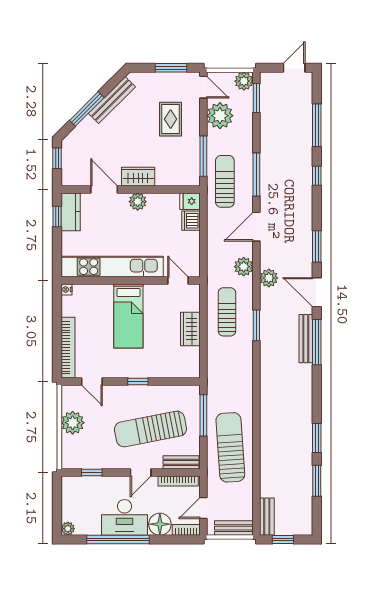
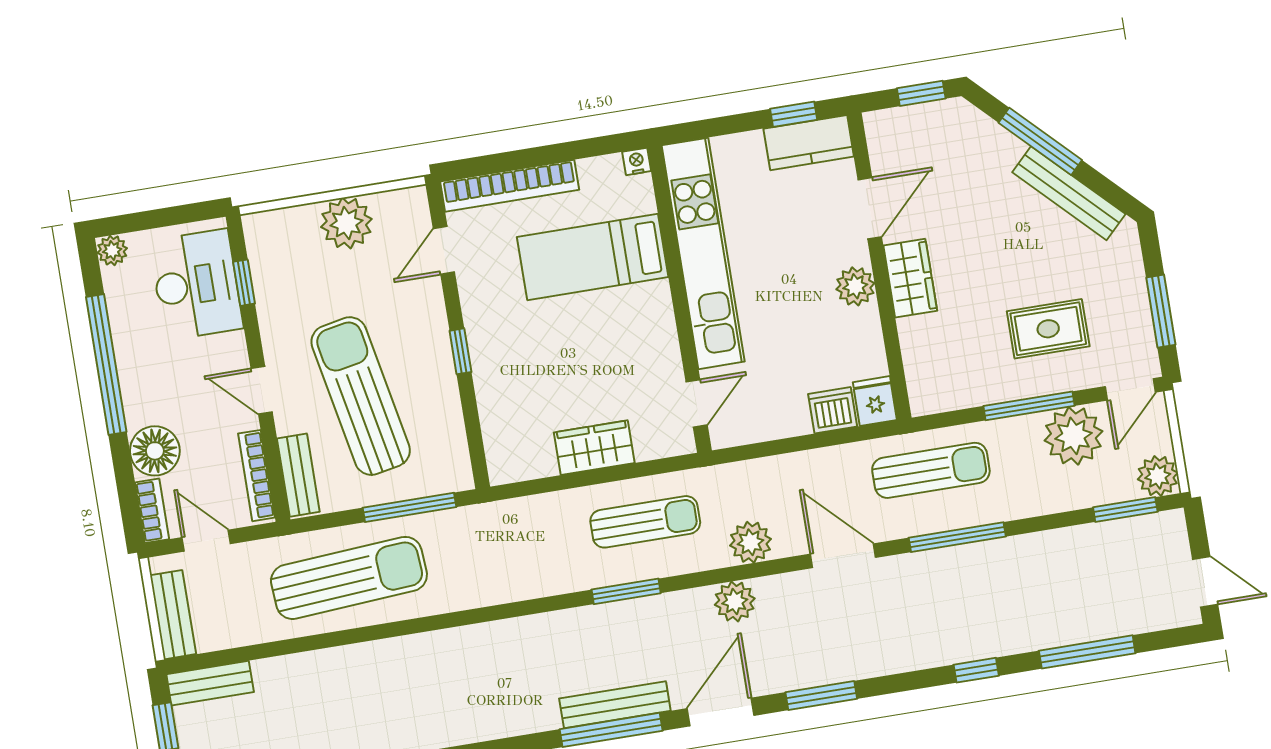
window: (203, 156) -> (1029, 406), moved
bed: (128, 316) -> (593, 257), moved
desk: (125, 517) -> (196, 285), moved, turned 180

